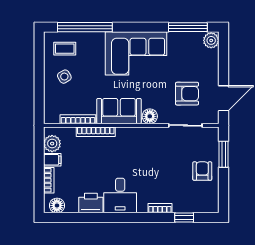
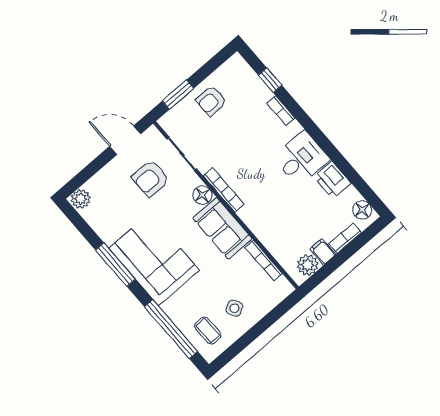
window: (188, 27) -> (115, 265), moved
armchair: (187, 94) -> (151, 178), turned -90
bookcase: (96, 132) -> (223, 190), moved

